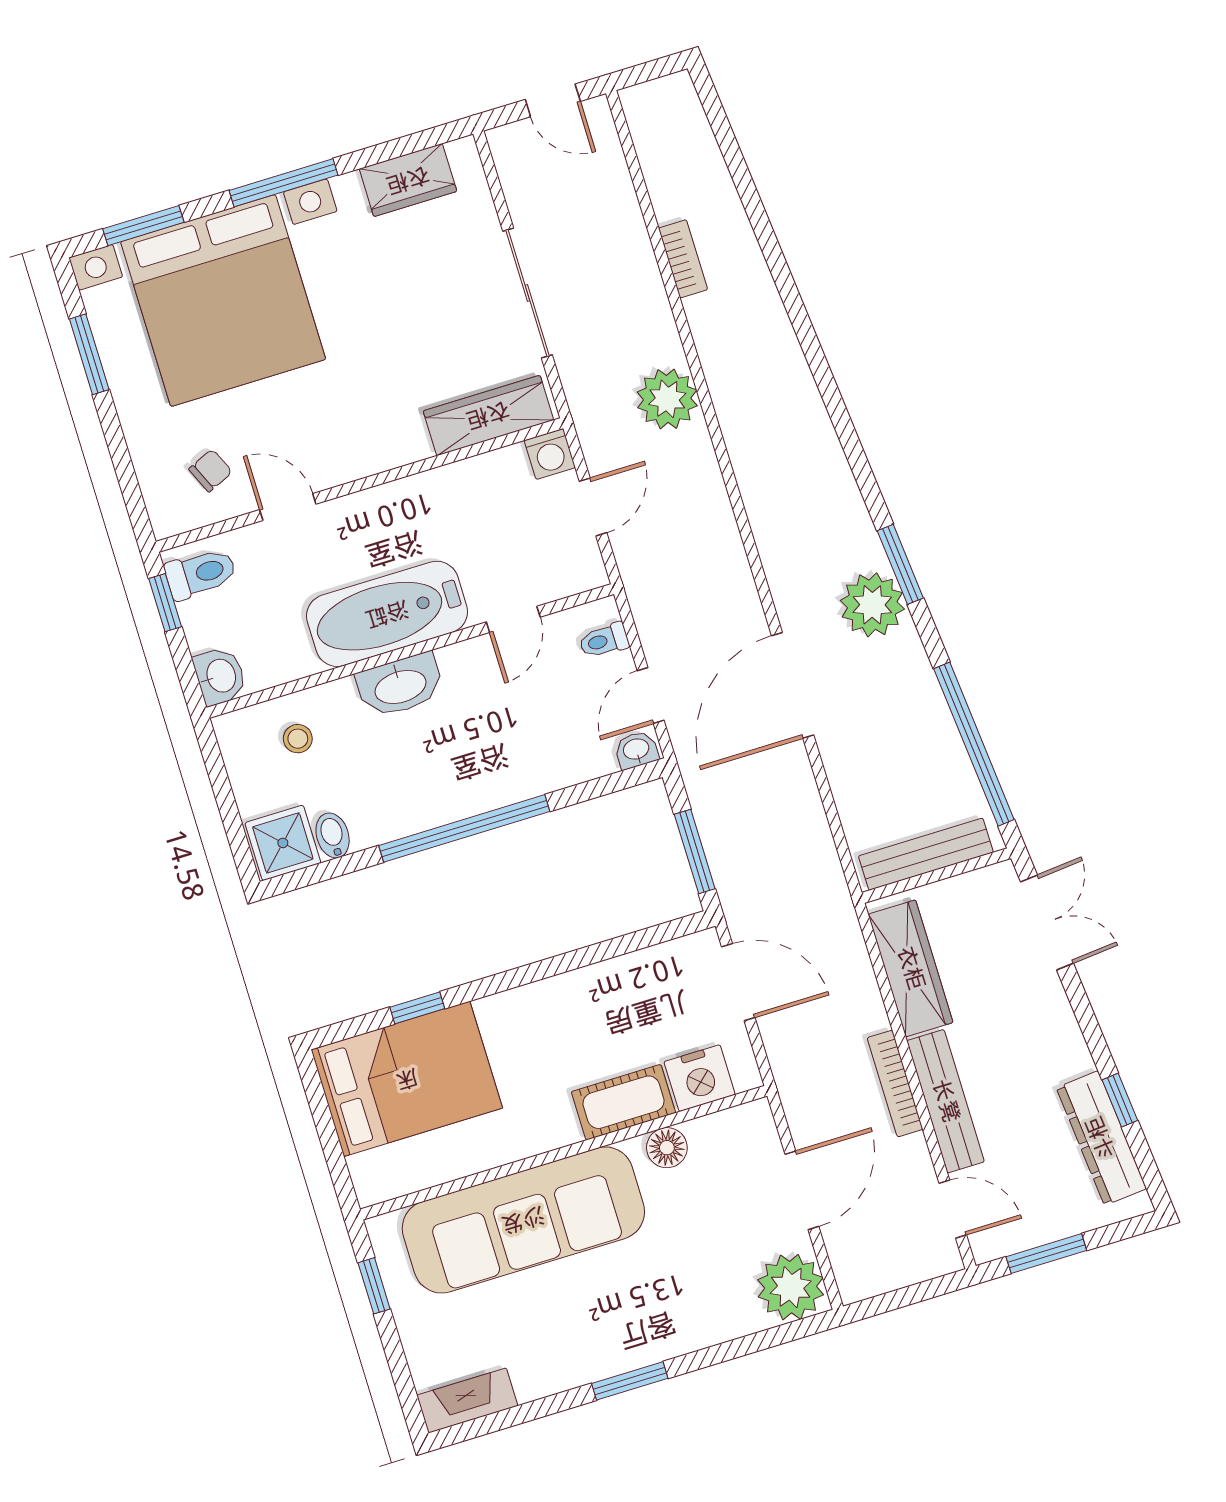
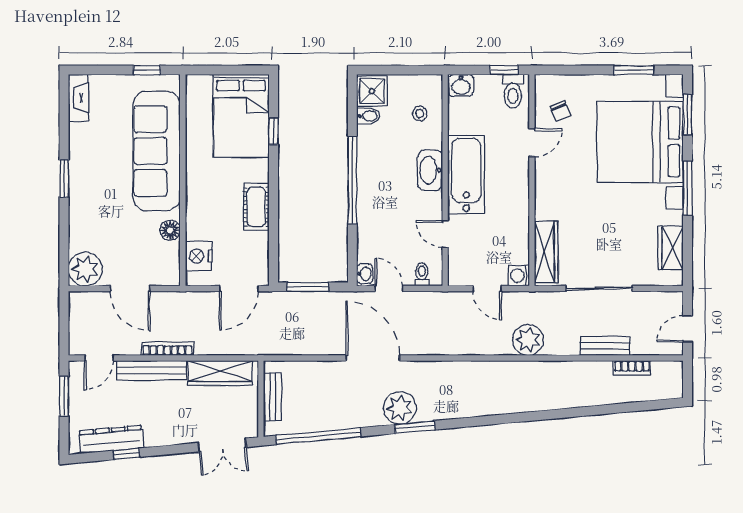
bench: (634, 248) -> (605, 346), added
bookcase: (683, 259) -> (632, 368), moved
bench: (926, 854) -> (273, 397), width x0.73
cot: (623, 1102) -> (256, 207), moved

